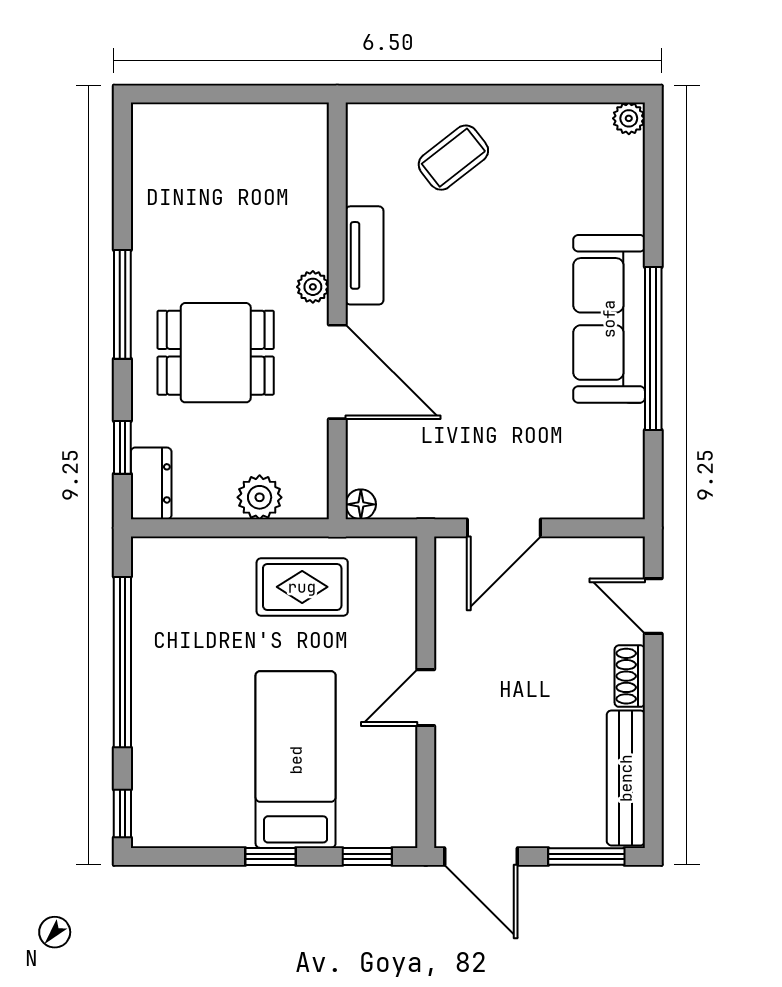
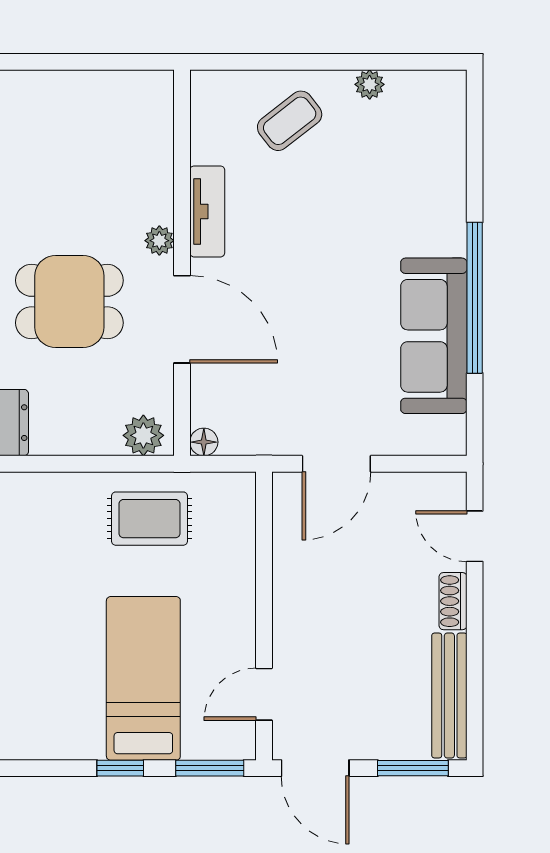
plant: (629, 118) -> (370, 84), moved
sofa: (609, 319) -> (434, 336), moved
plant: (260, 497) -> (143, 435), moved
door: (426, 698) -> (264, 694), moved
window: (367, 856) -> (210, 768), width x1.50

